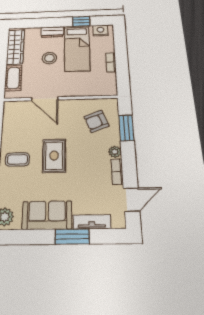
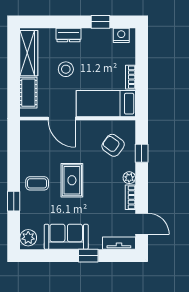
bed: (77, 48) -> (106, 104), moved, turned 90
armchair: (96, 121) -> (113, 145), turned 57
window: (126, 128) -> (142, 153), width x0.67
door: (131, 200) -> (142, 224), hinge flipped
tv unit: (92, 222) -> (119, 243), moved
window: (72, 237) -> (88, 256), width x0.67

